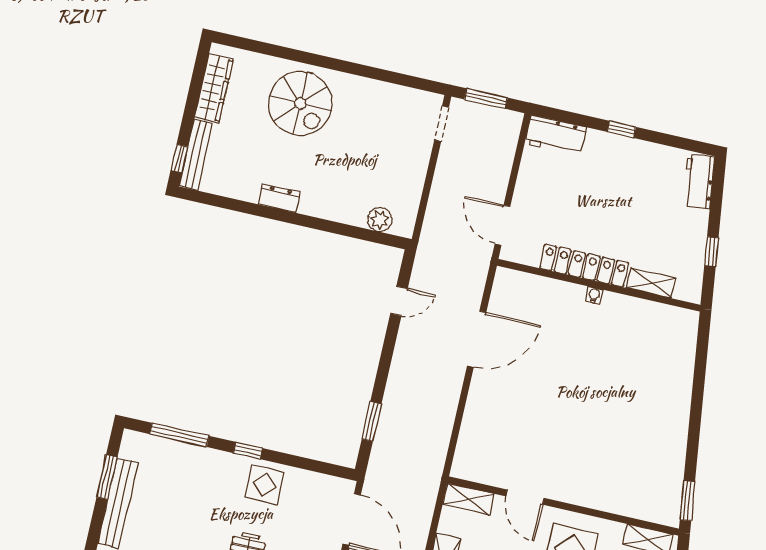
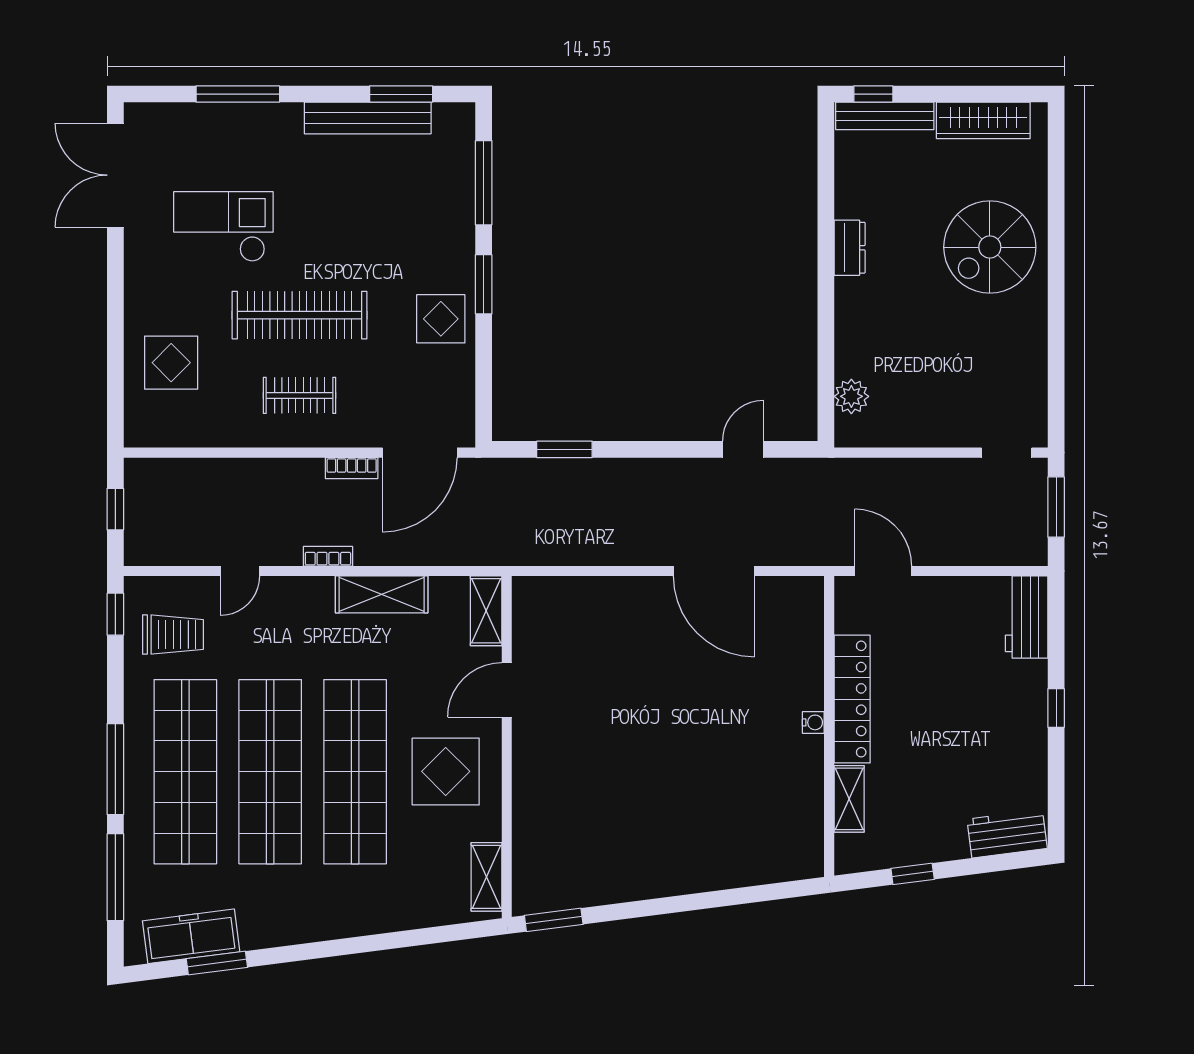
door: (503, 225) -> (883, 571), hinge flipped
door: (399, 301) -> (743, 449), swing flipped
window: (248, 451) -> (484, 284), width x1.50

